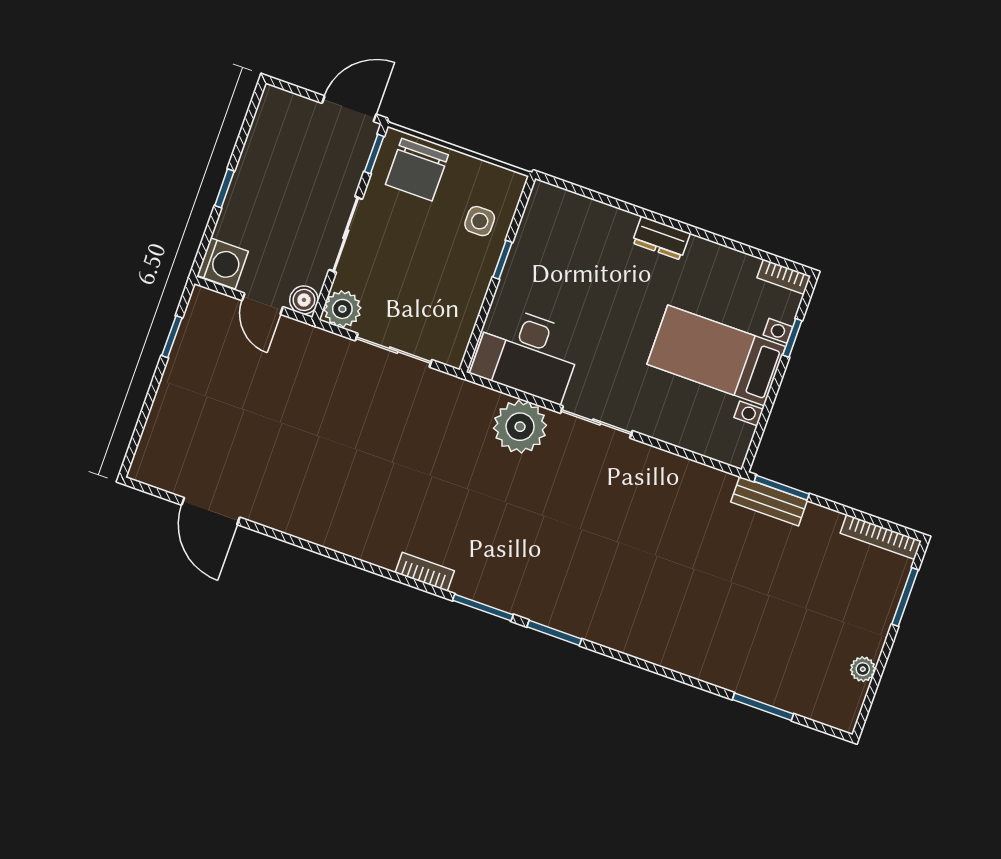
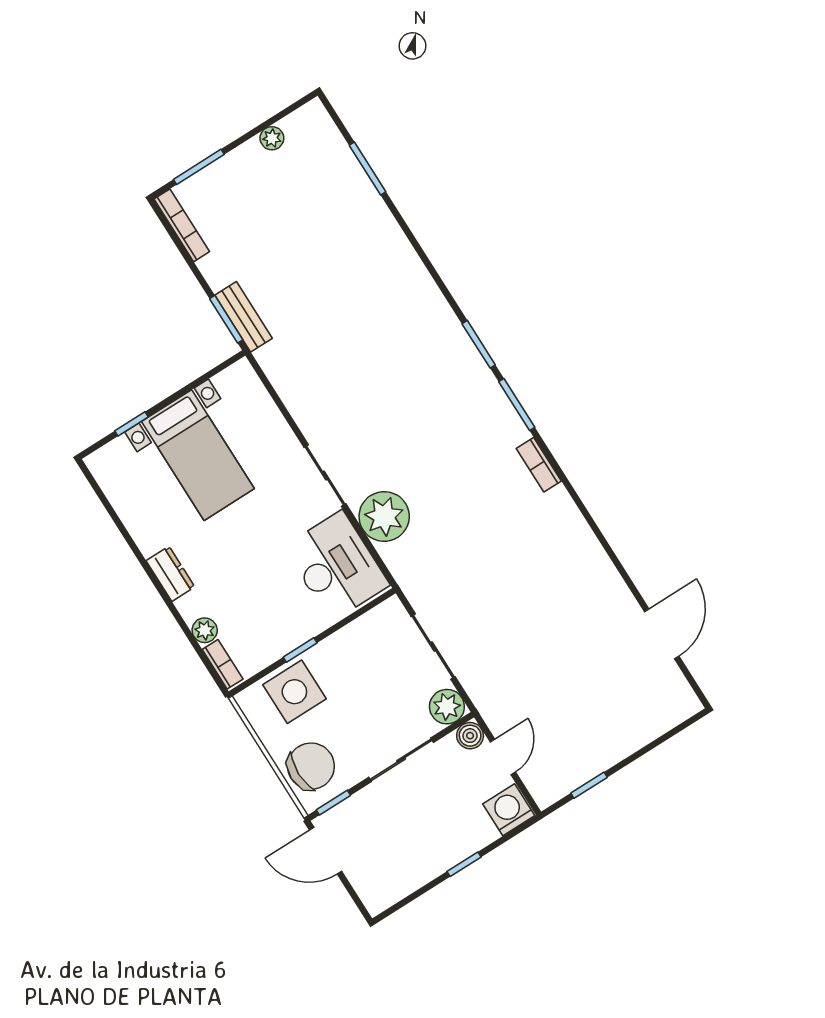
plant: (595, 213) -> (205, 630), added
side table: (480, 221) -> (294, 692), width x1.87, depth x1.87
bookcase: (784, 277) -> (223, 664), moved

